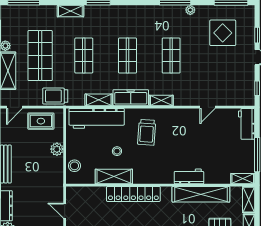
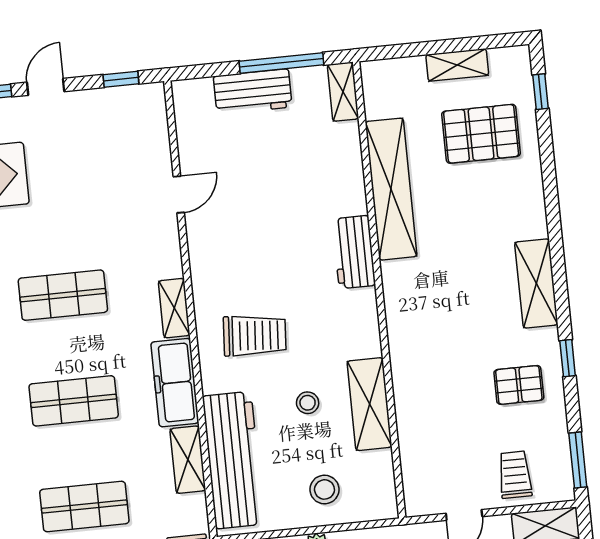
door: (208, 107) -> (179, 194), hinge flipped
workbench: (247, 124) -> (253, 92), moved
stool: (74, 166) -> (324, 489), moved
workbench: (189, 176) -> (354, 252), moved
locker: (133, 194) -> (407, 353), removed
shelving: (249, 200) -> (393, 72), removed

